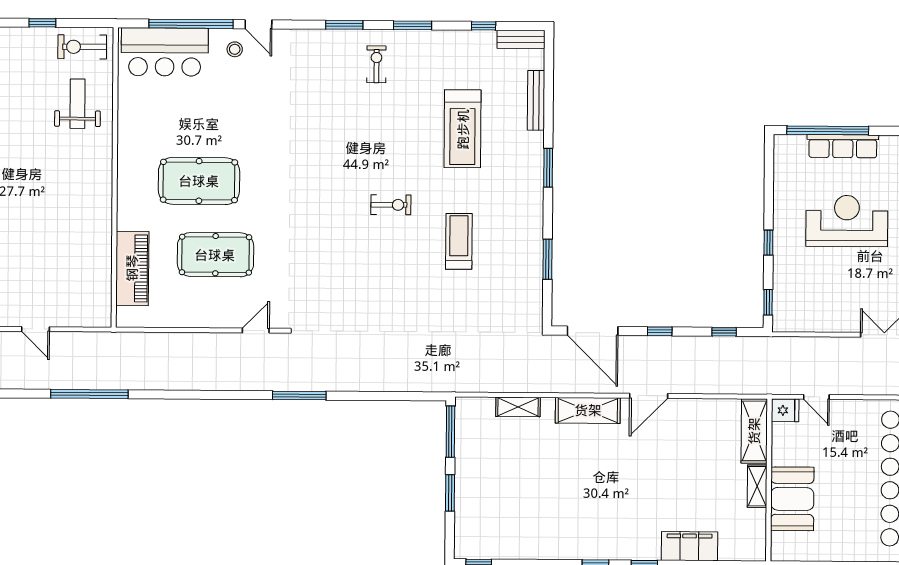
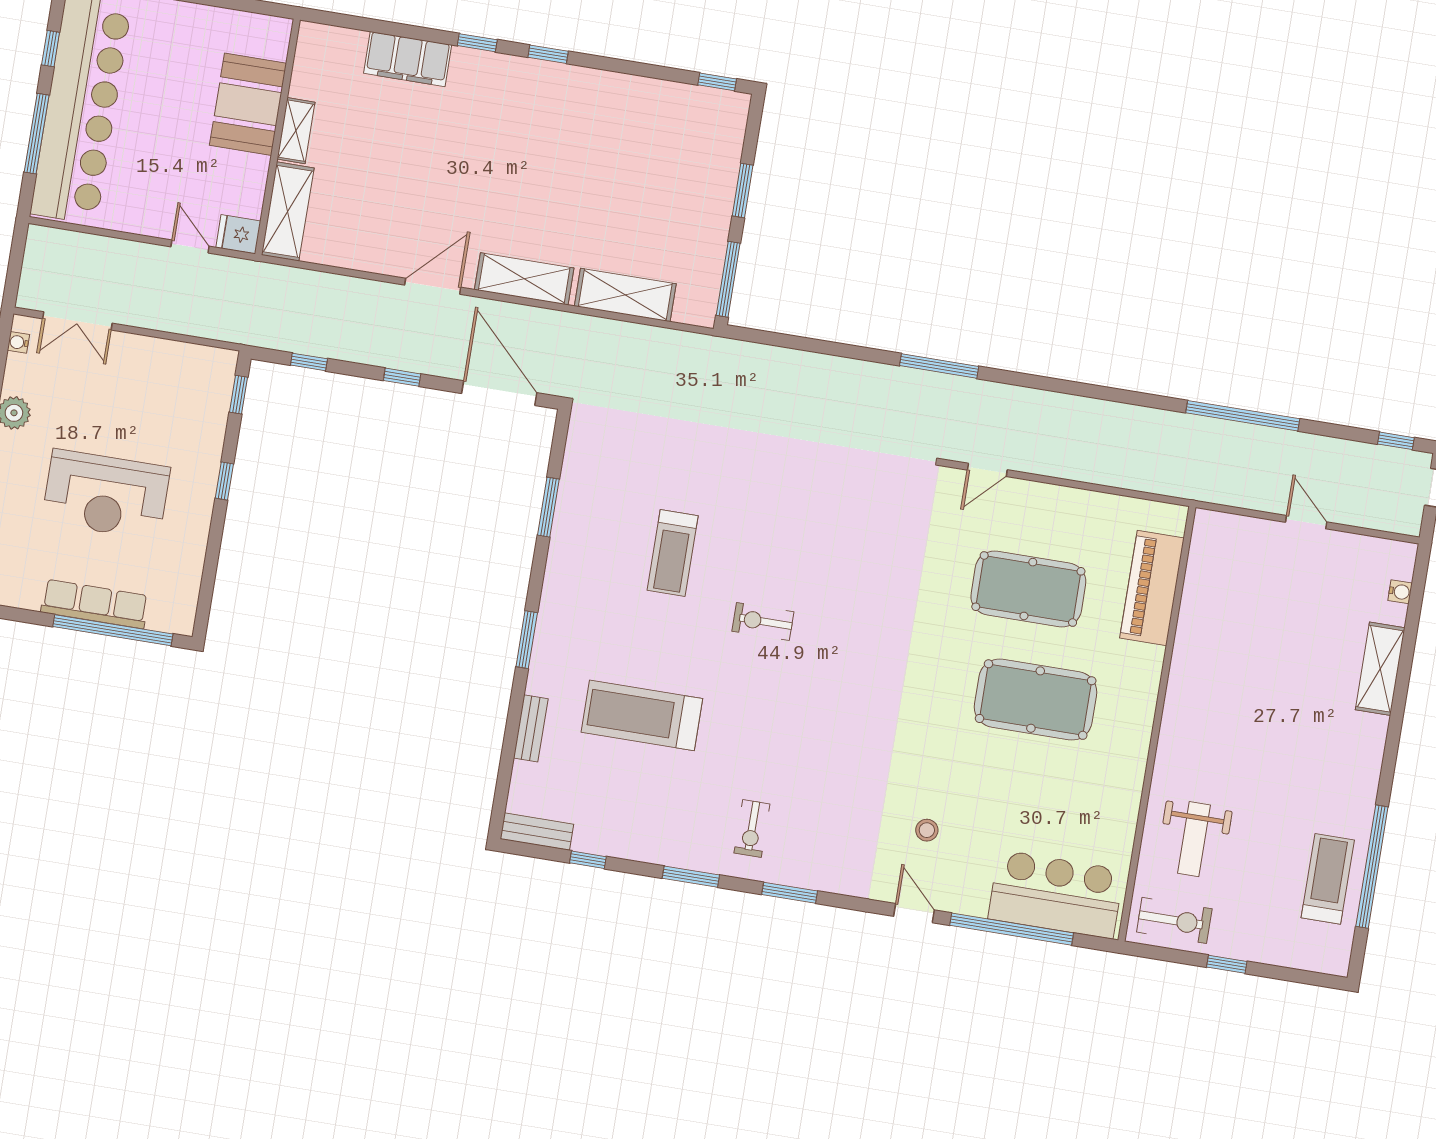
stool: (235, 49) -> (927, 830), moved
bench: (536, 100) -> (531, 728), width x0.73
treadmill: (463, 129) -> (642, 715), turned -90
shelving: (518, 407) -> (625, 295), width x1.50, depth x1.33

